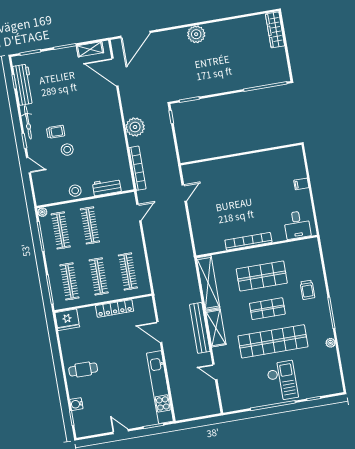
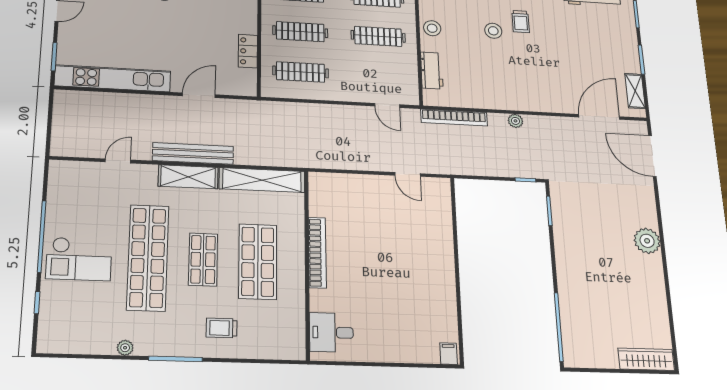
plant: (135, 127) -> (515, 121), width x0.53, depth x0.53
filing cabinet: (301, 184) -> (449, 354), moved
locker: (115, 308) -> (248, 51), width x0.66

